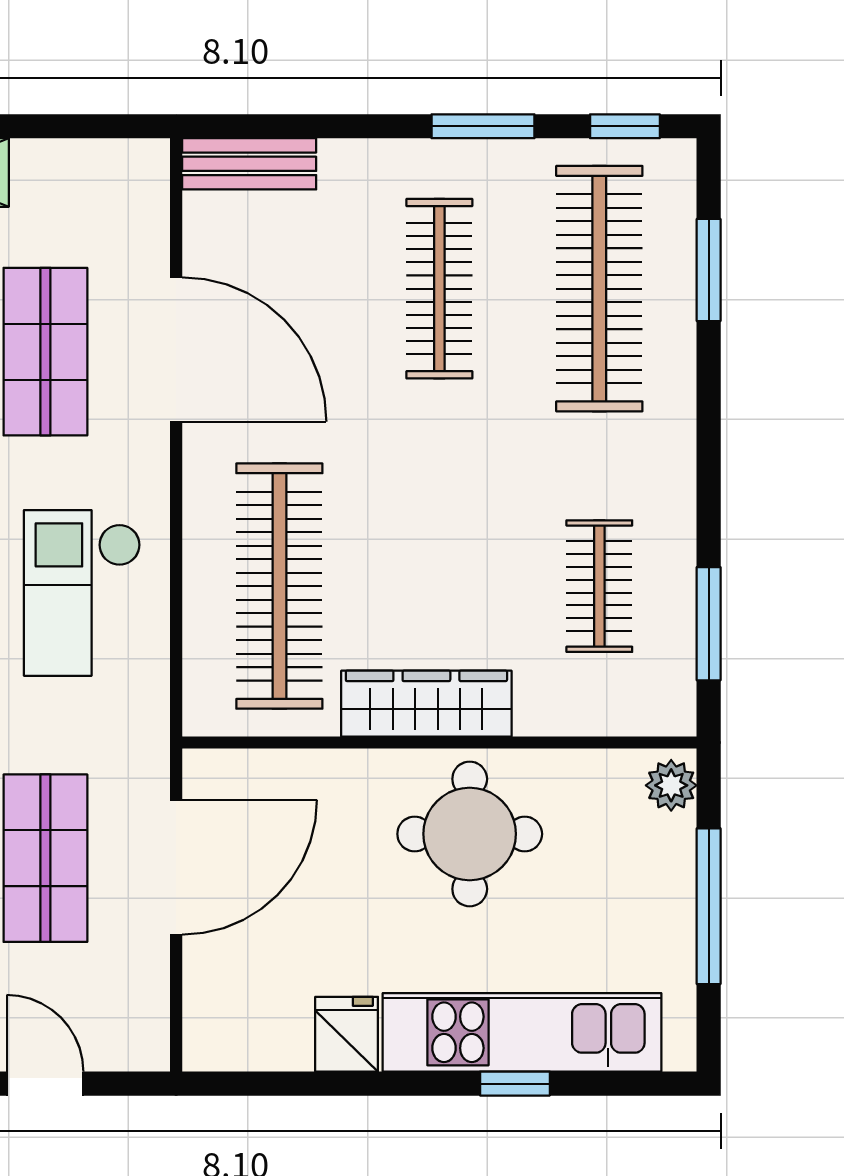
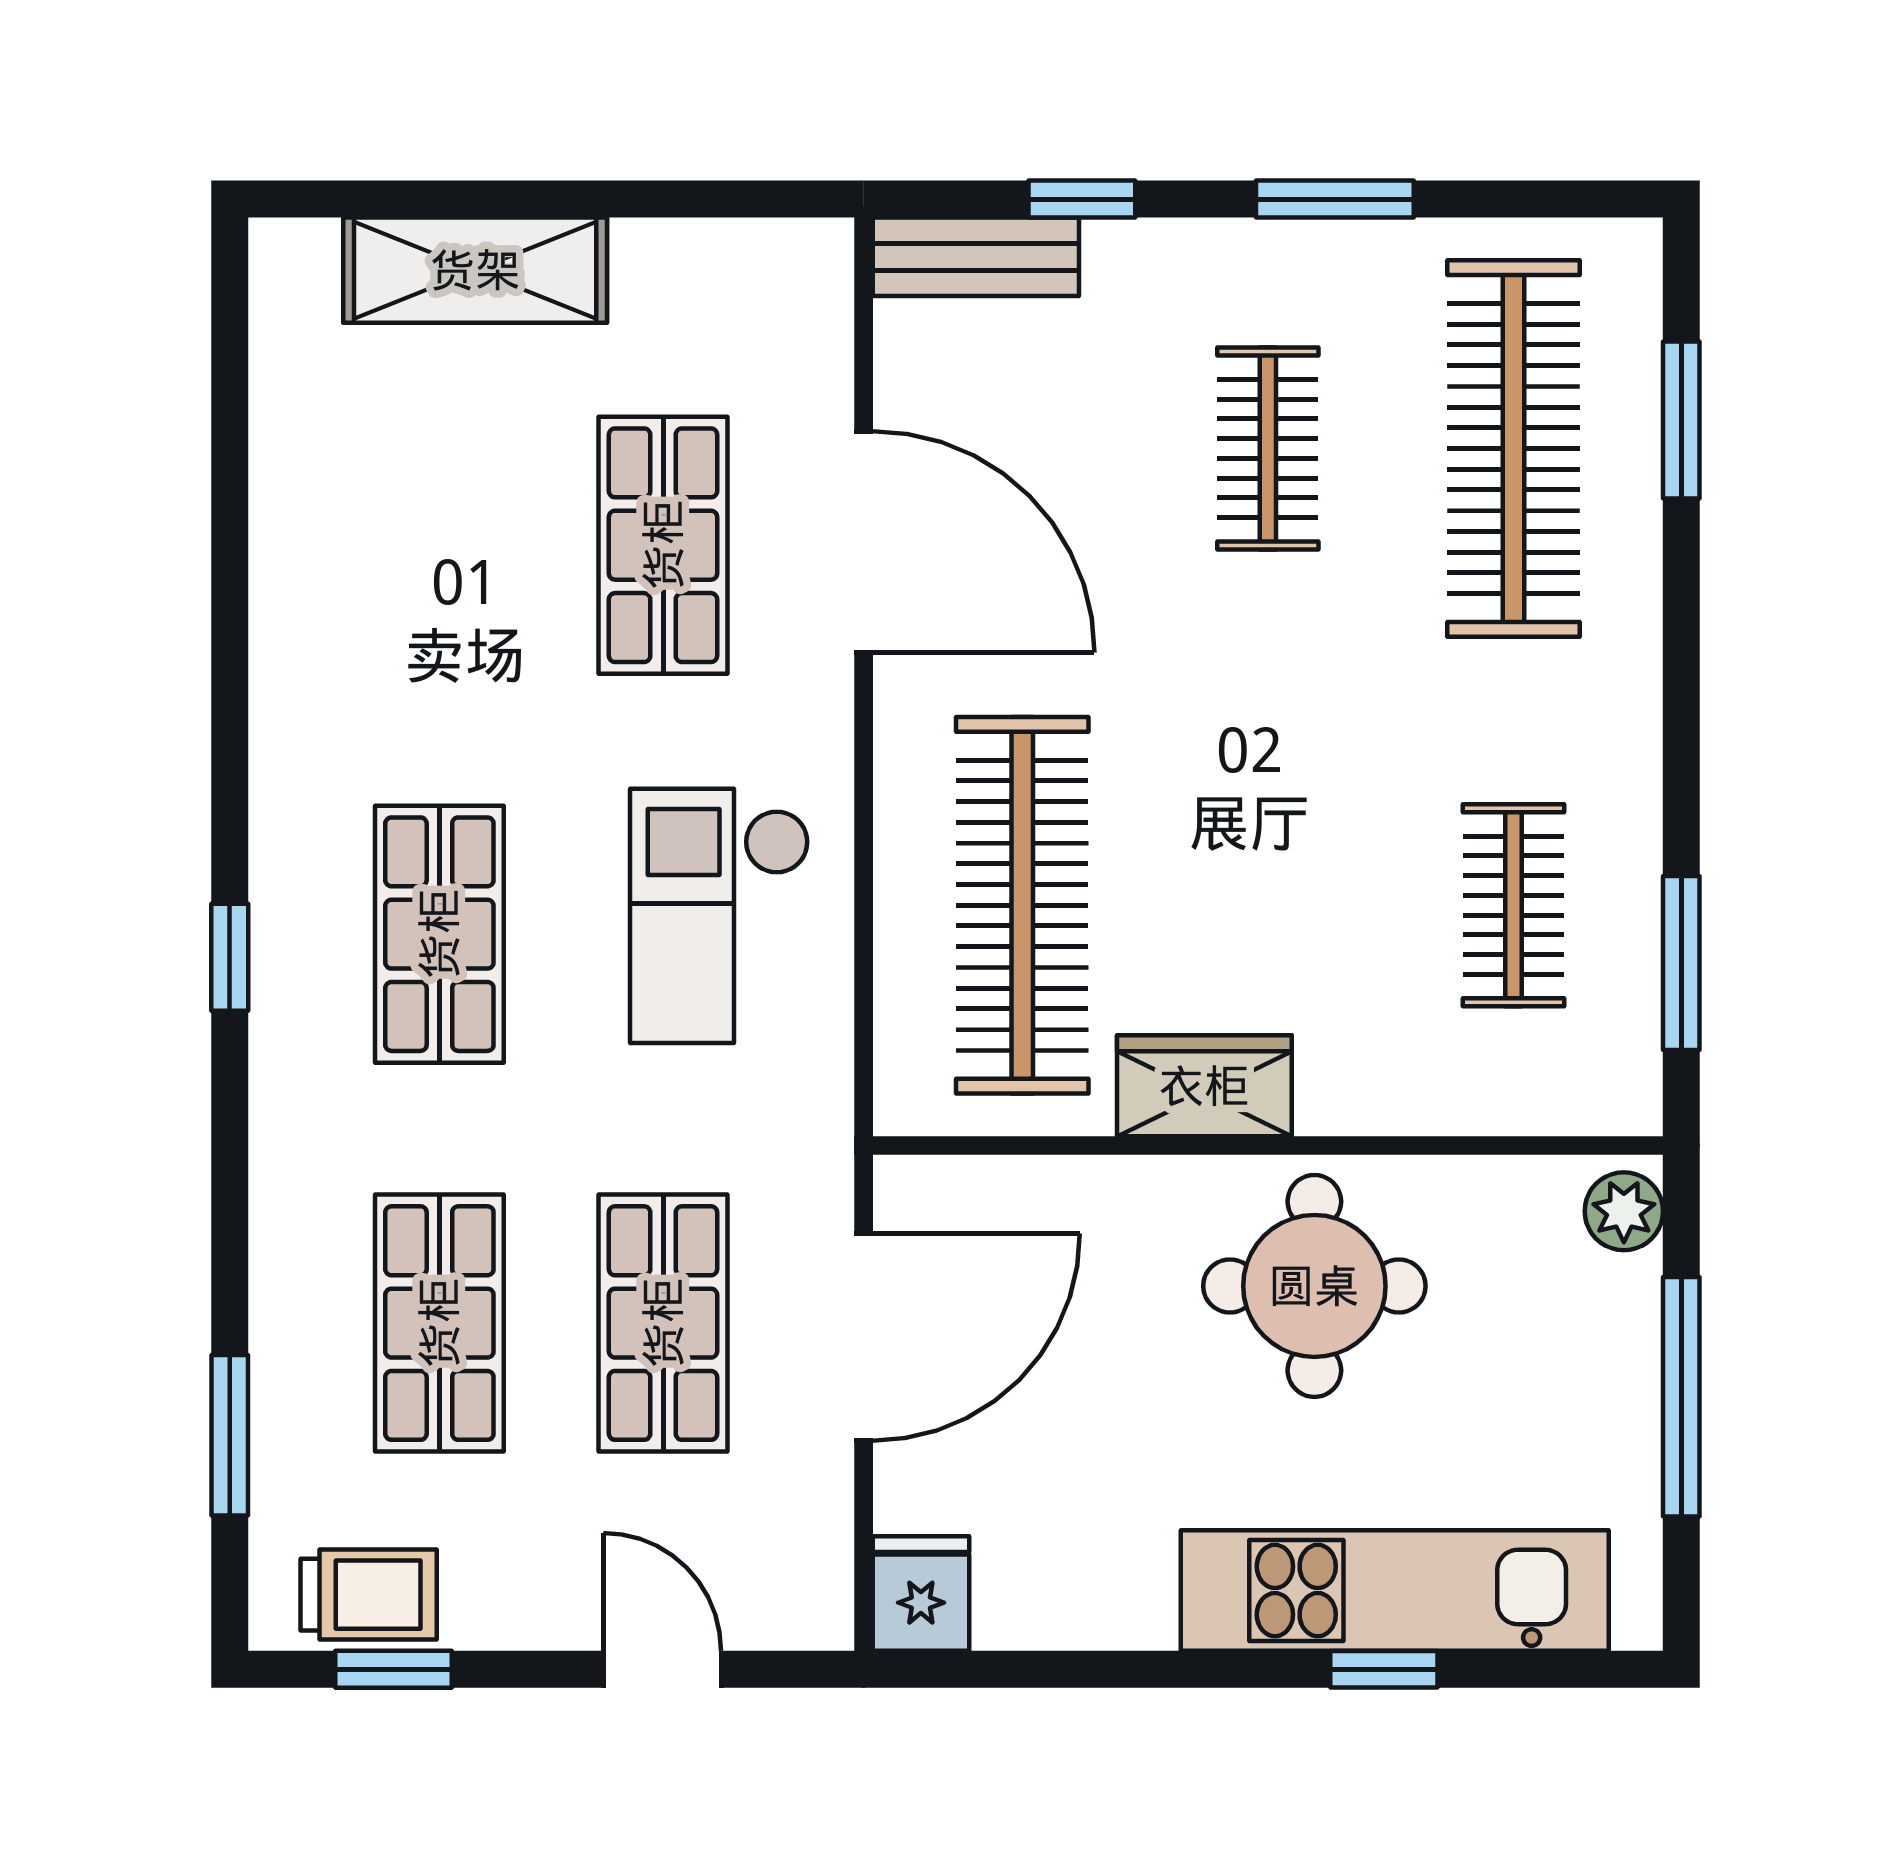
window: (625, 126) -> (1082, 199), moved
clothes rail: (439, 289) -> (1268, 449), width x0.73
wardrobe: (426, 704) -> (1204, 1086), width x0.67
fridge: (347, 1034) -> (921, 1593), moved

